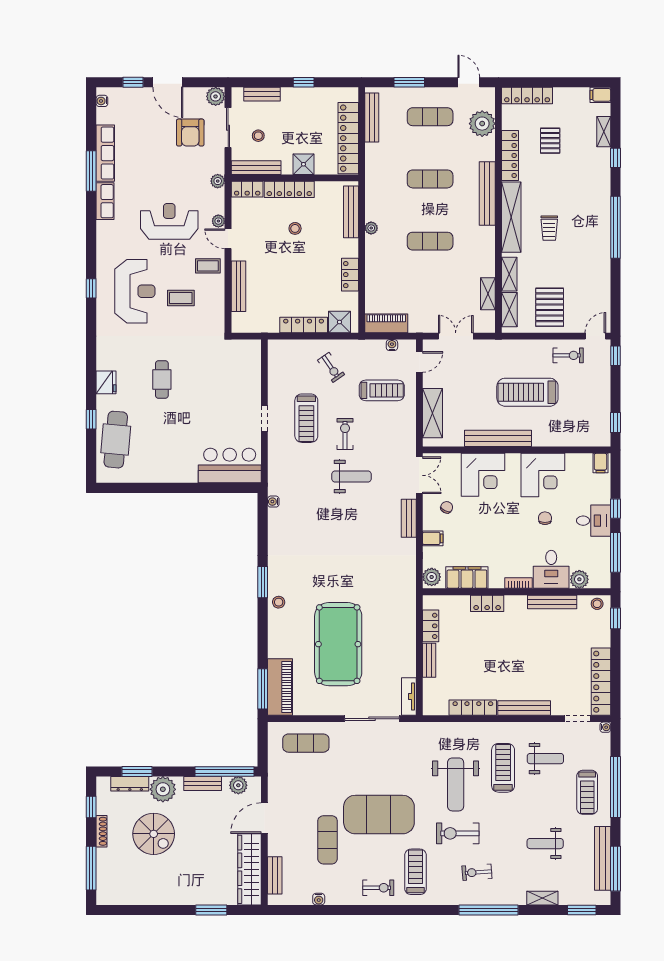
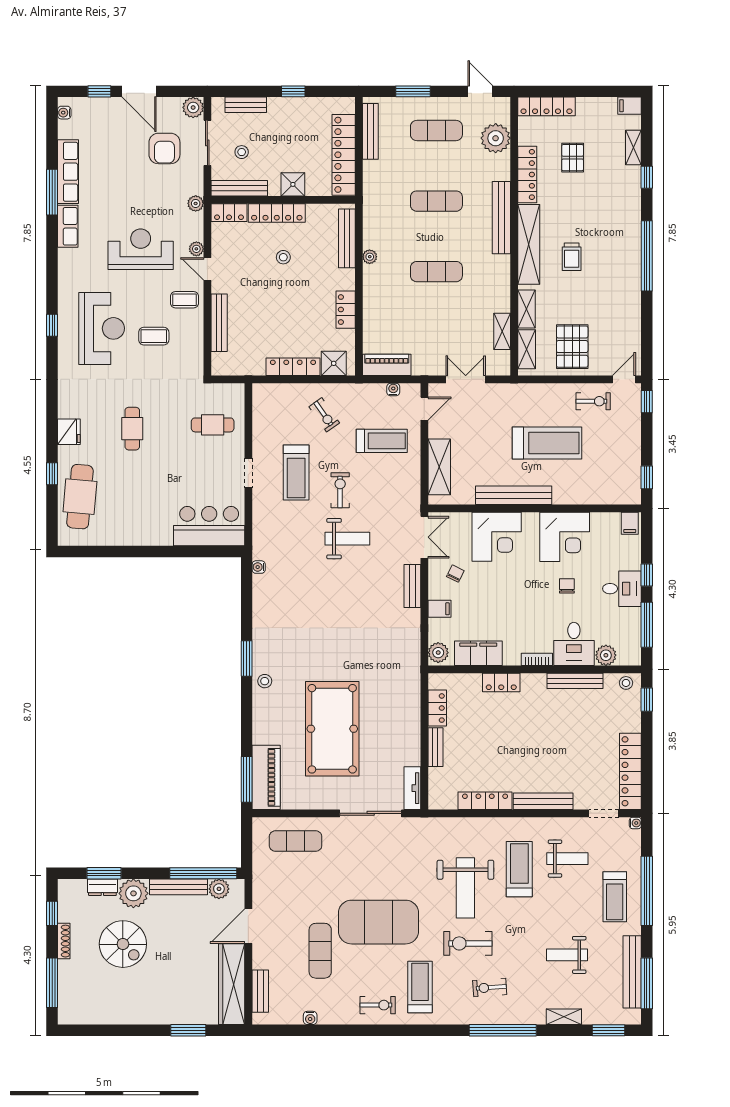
cafe table: (233, 376) -> (213, 425), added
treadmill: (527, 392) -> (547, 443), turned 180
dresser: (130, 784) -> (102, 887), width x0.70
bench: (203, 784) -> (178, 887), width x1.36

